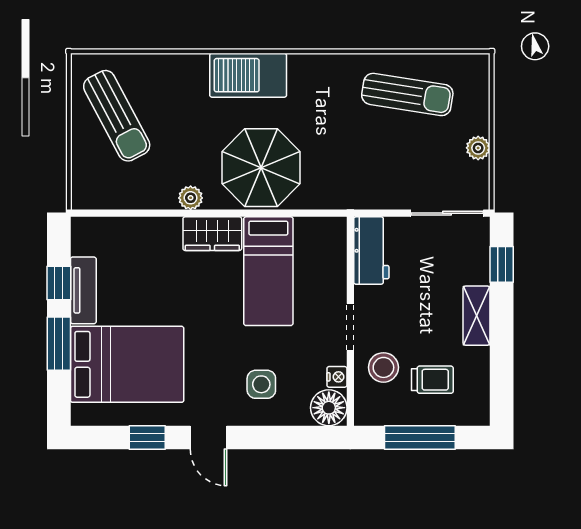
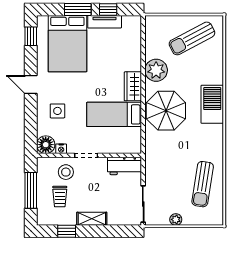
plant: (191, 198) -> (156, 70), width x1.88, depth x1.88
window: (502, 264) -> (67, 231), moved
window: (147, 437) -> (31, 36), moved
door: (209, 437) -> (31, 84), hinge flipped

